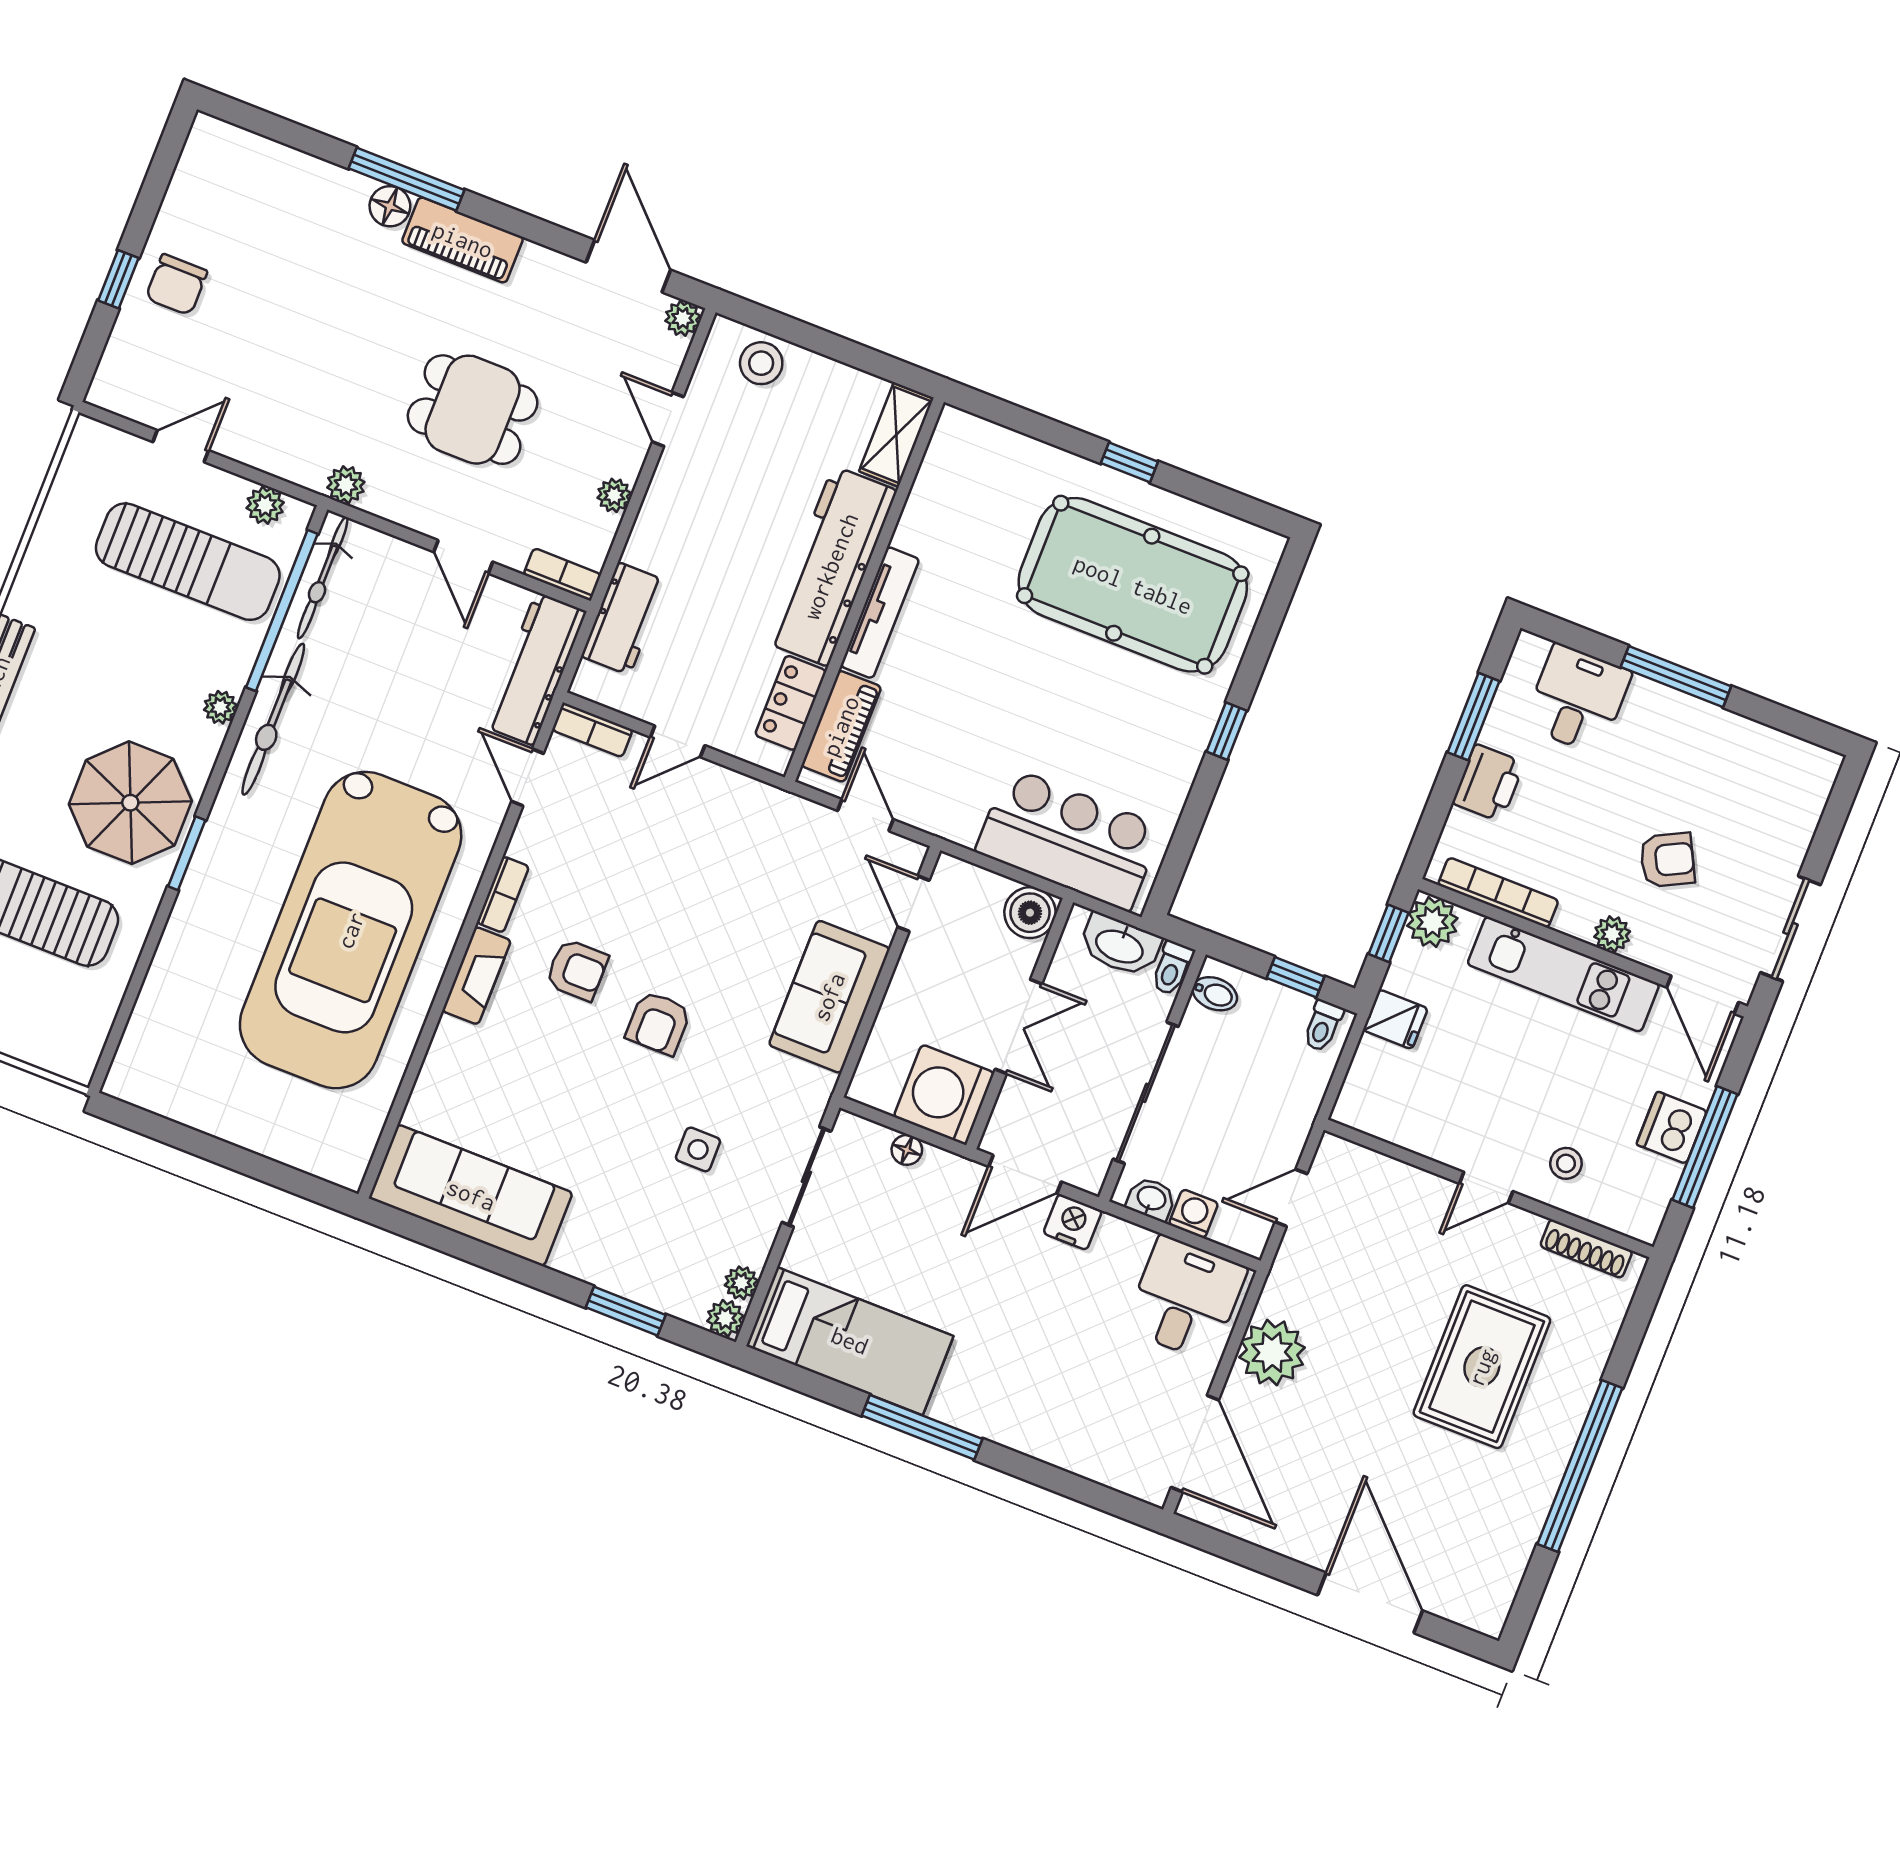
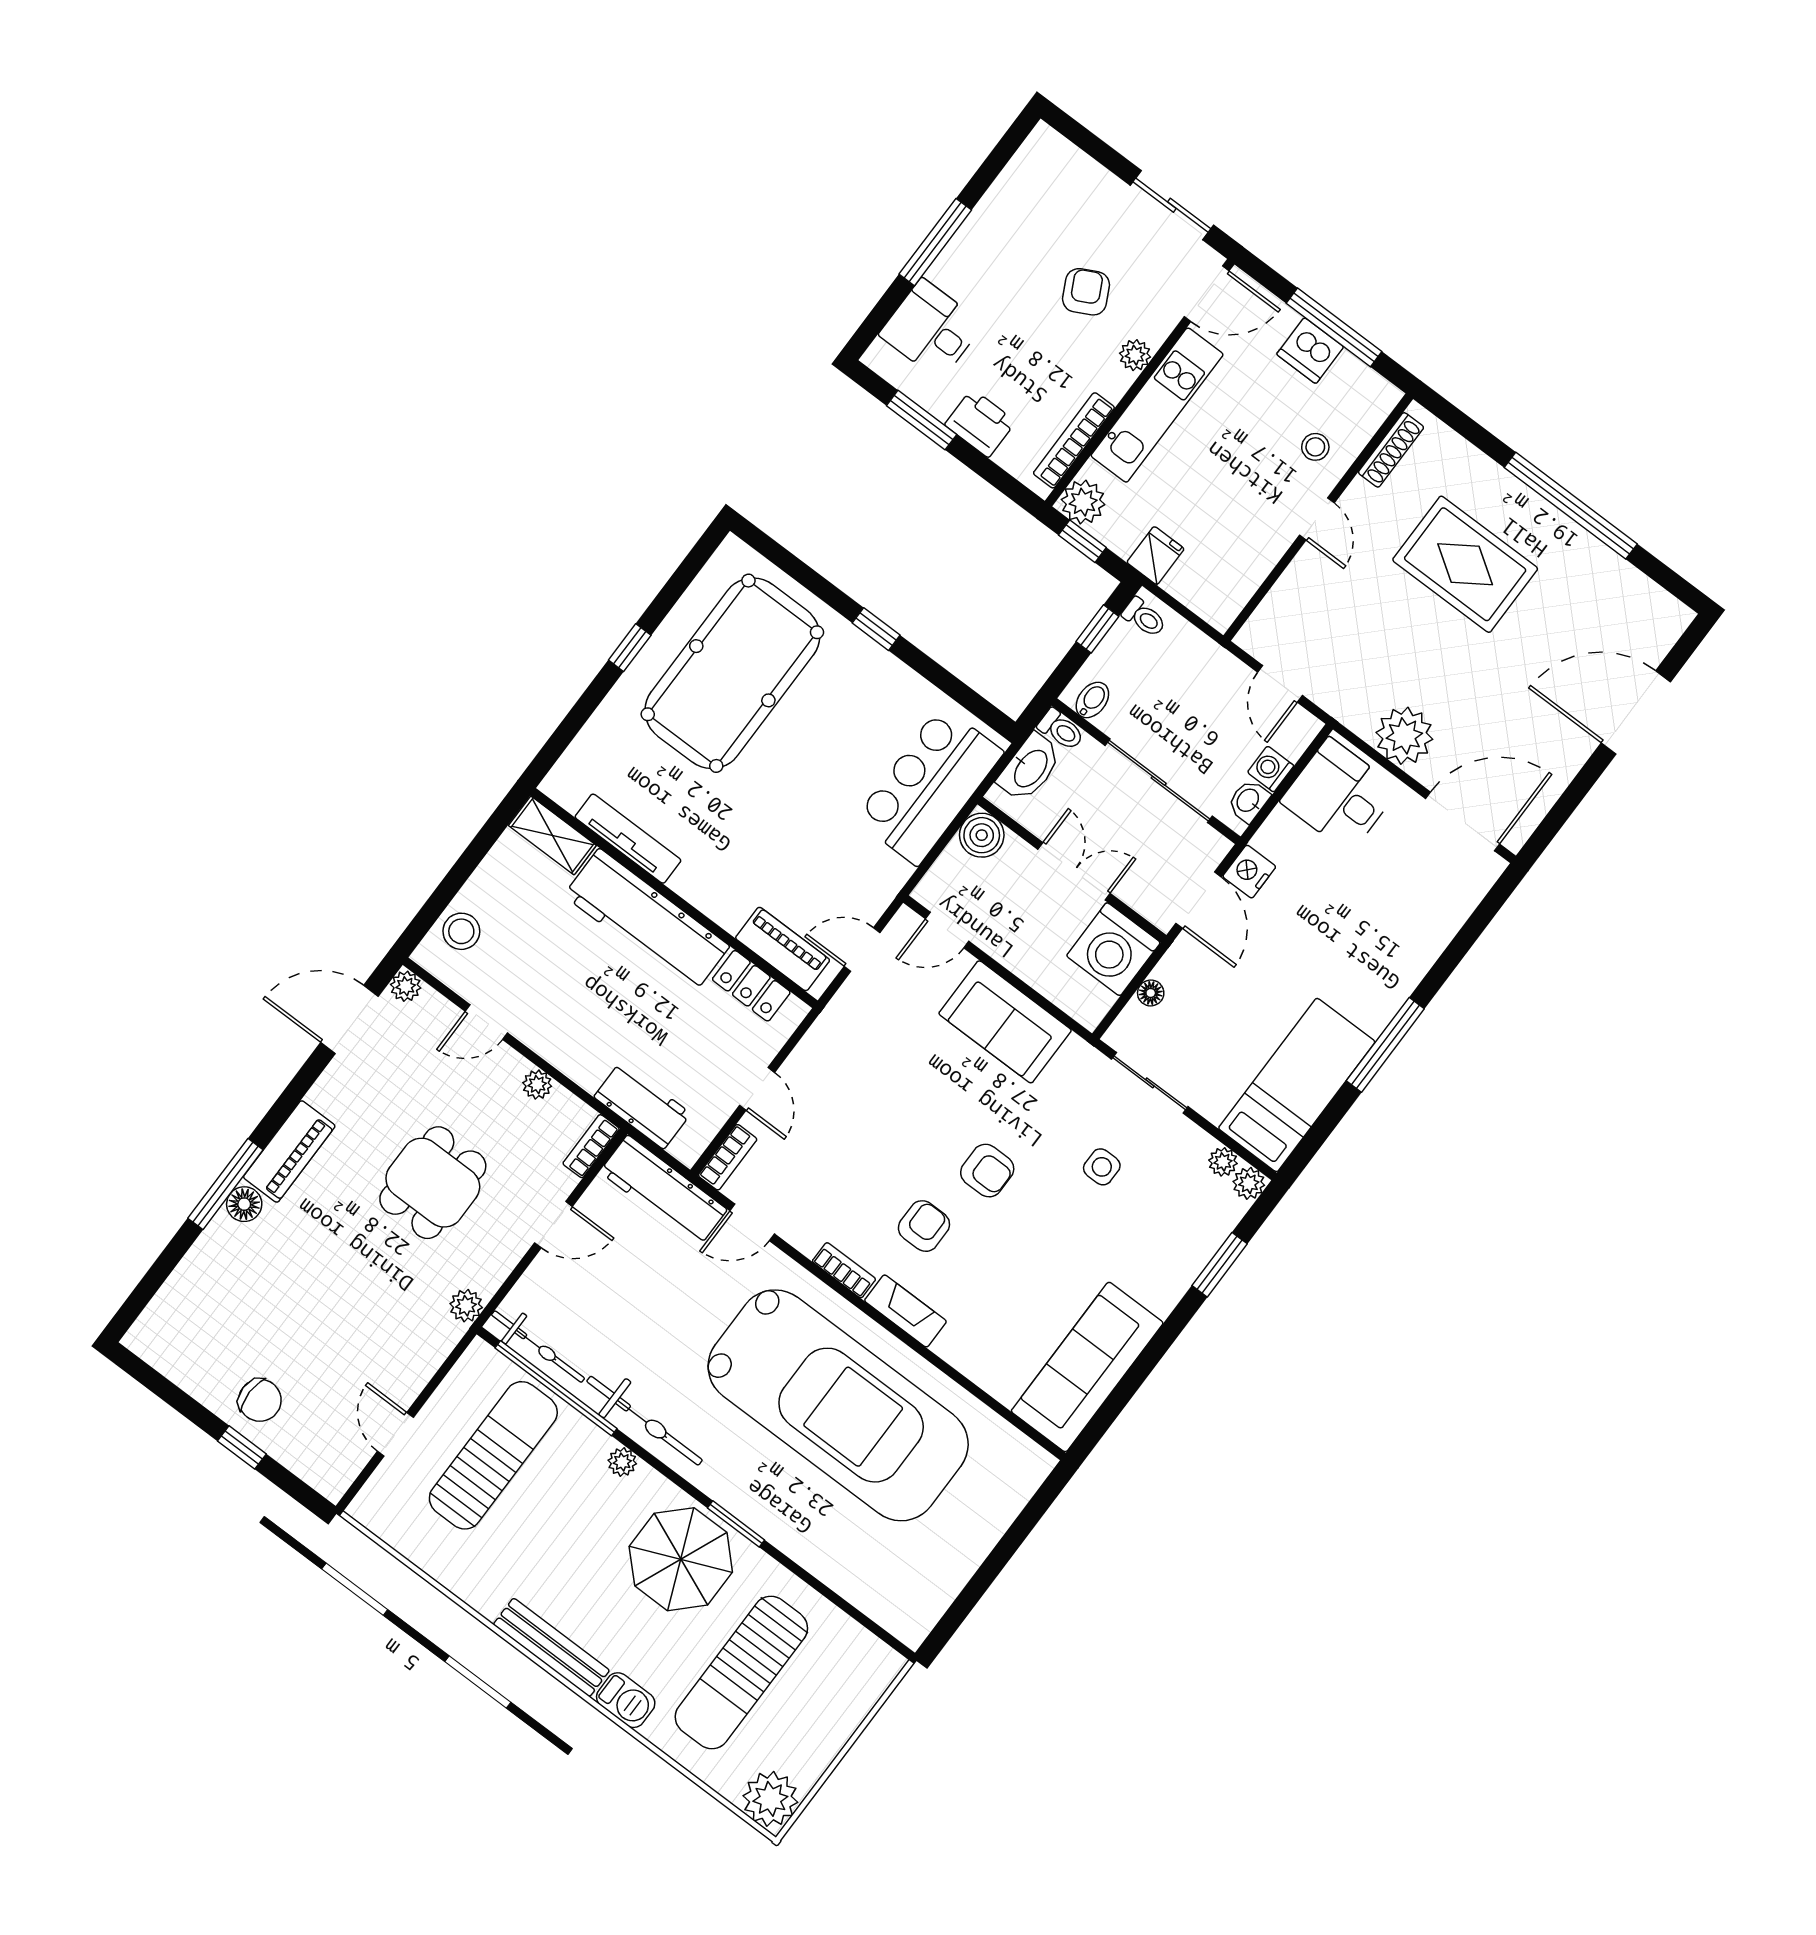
plant: (265, 505) -> (464, 1378), removed
tv unit: (880, 613) -> (628, 839), moved

